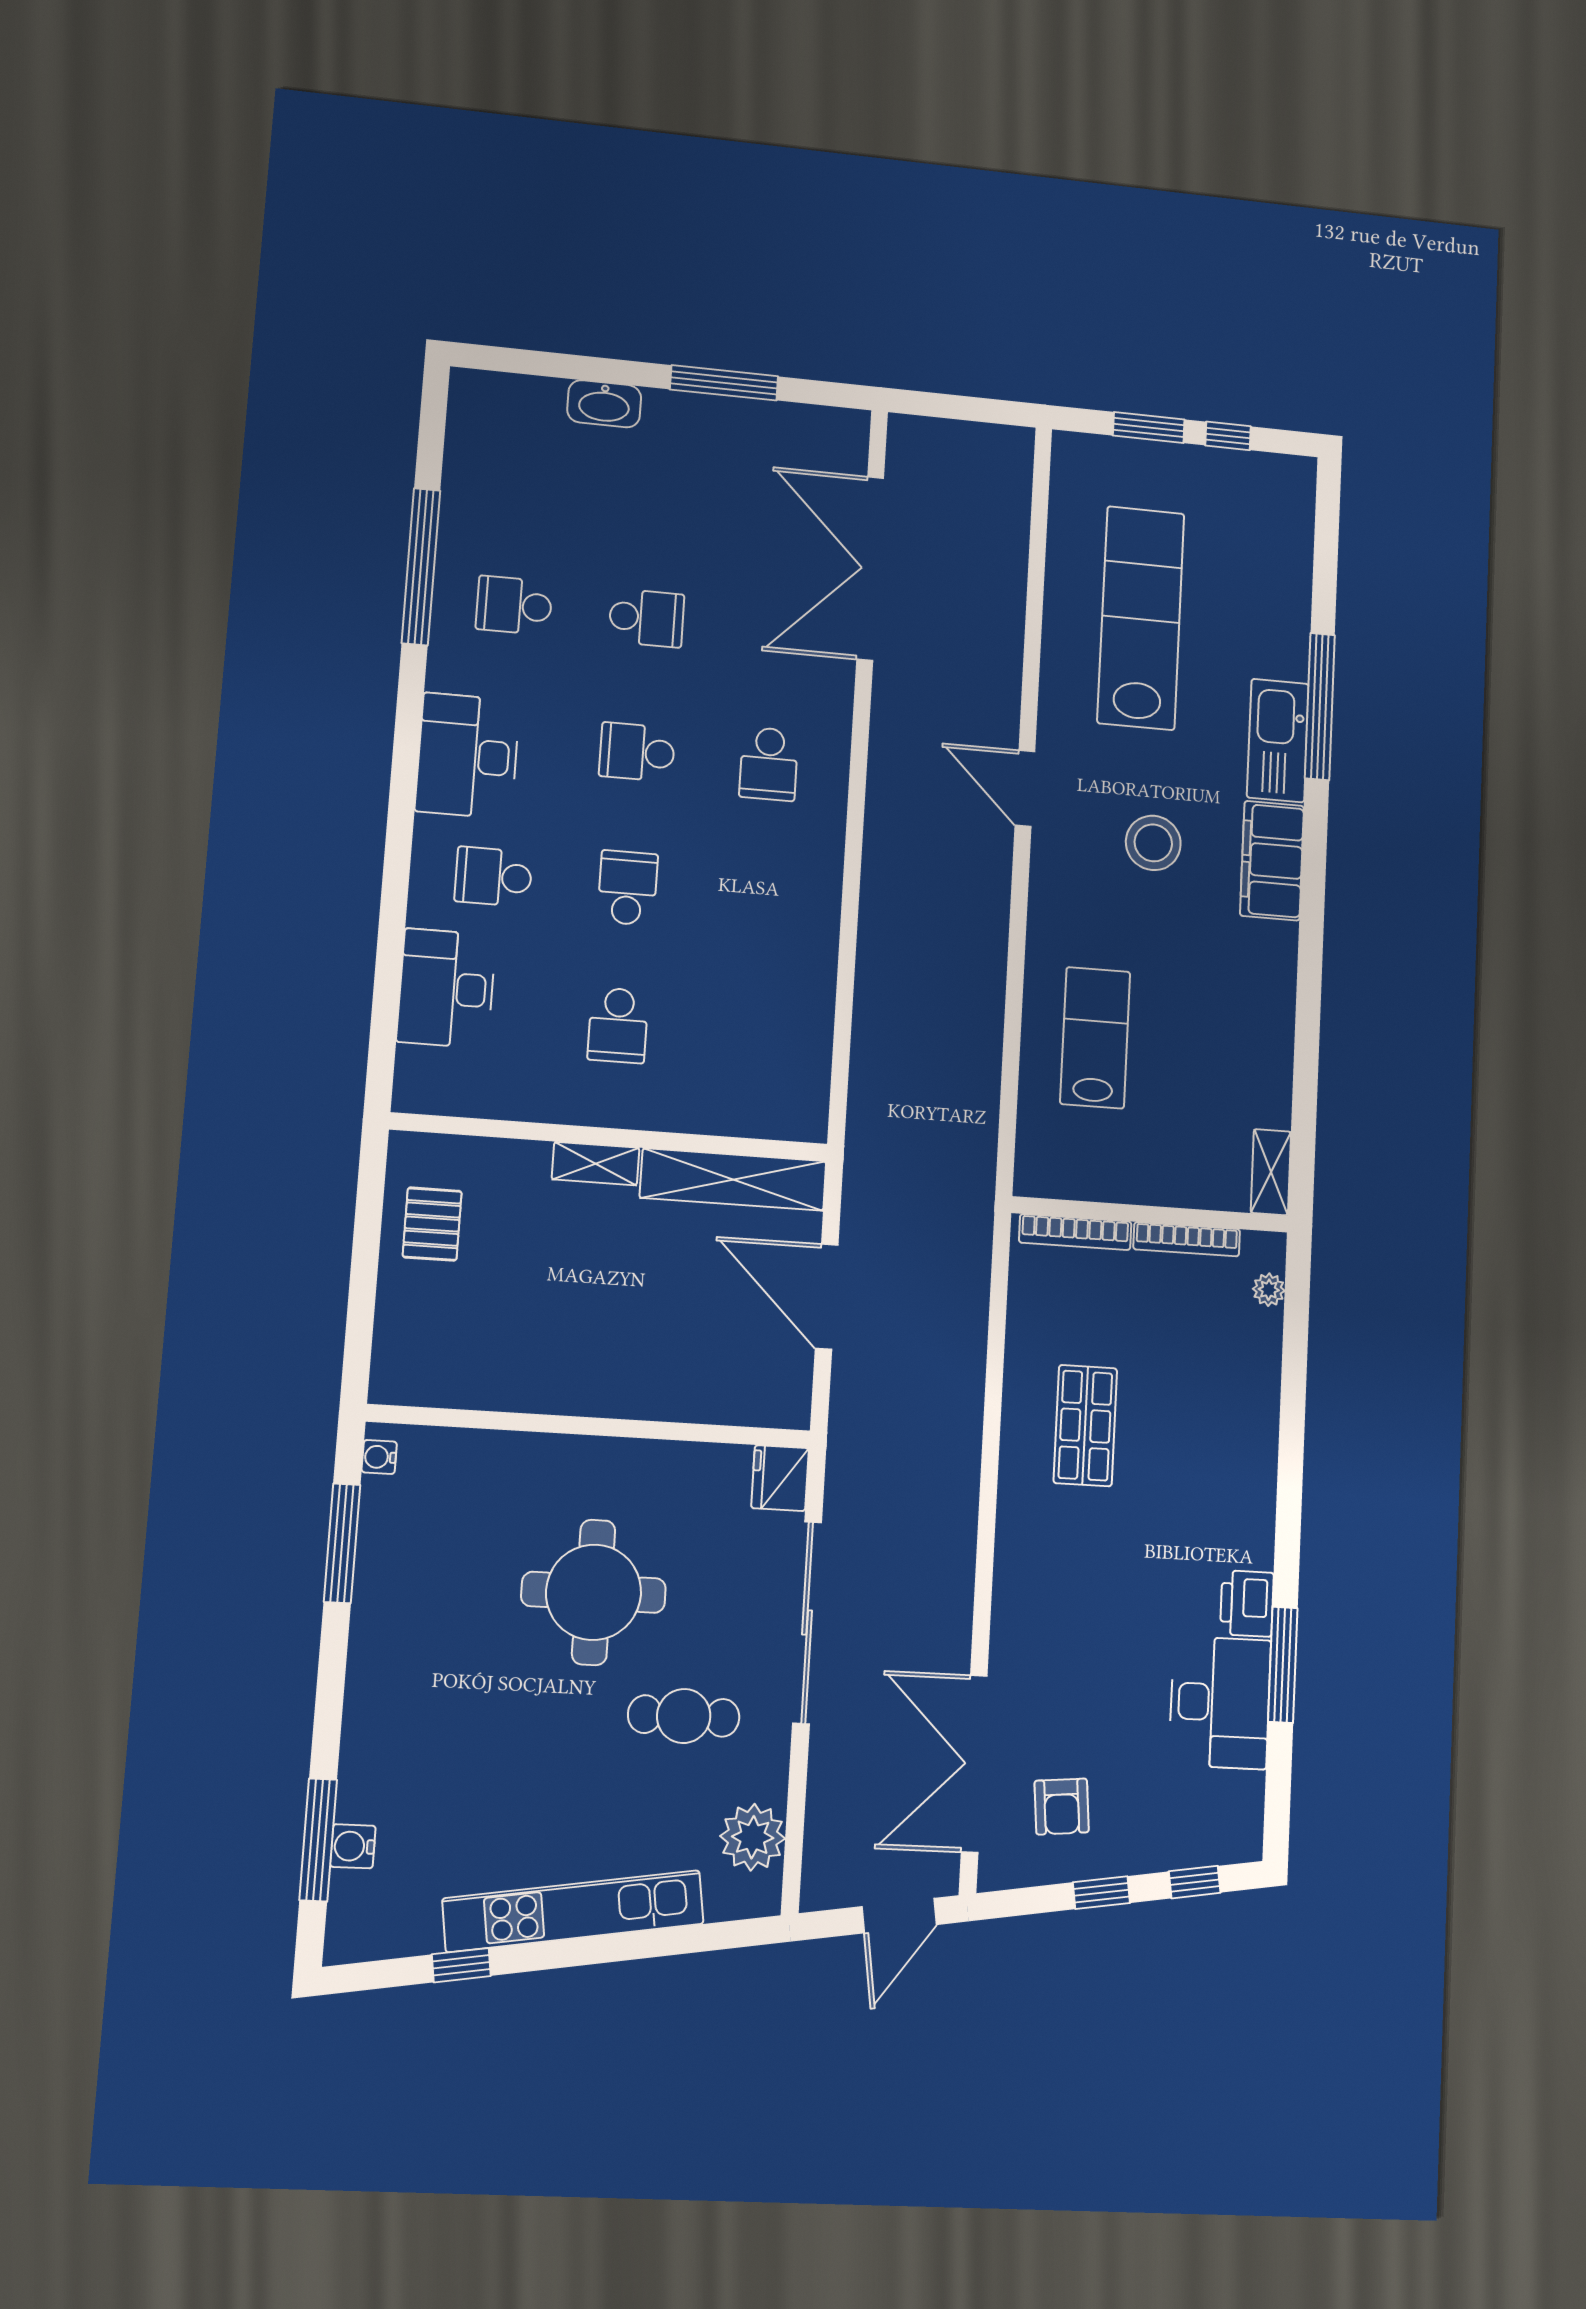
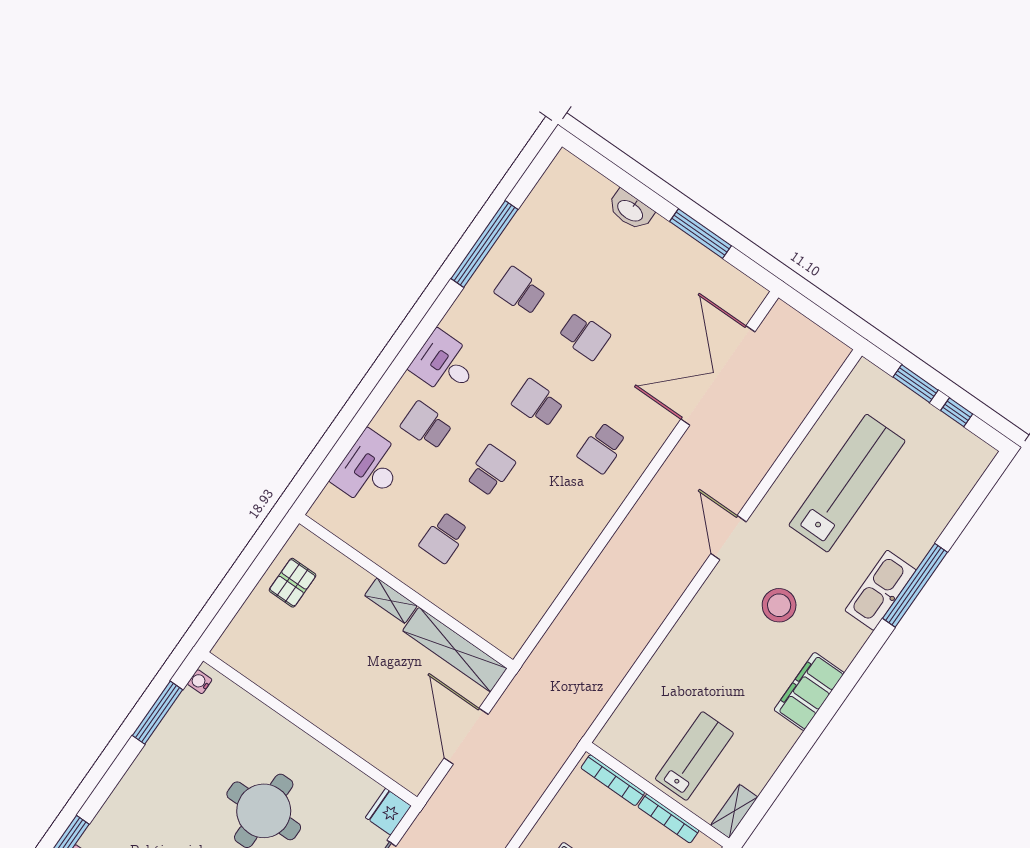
desk: (468, 756) -> (445, 364), width x0.73
filing cabinet: (1272, 861) -> (809, 691), moved
lab bench: (1095, 1038) -> (694, 756), moved

